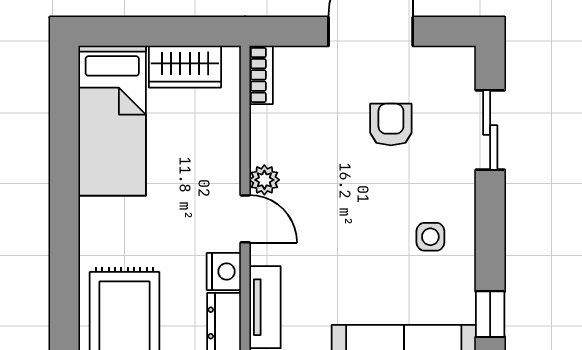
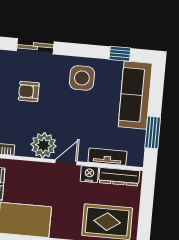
plant: (264, 180) -> (44, 145), width x1.88, depth x1.88
side table: (430, 237) -> (82, 78), width x1.87, depth x1.87

